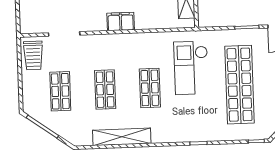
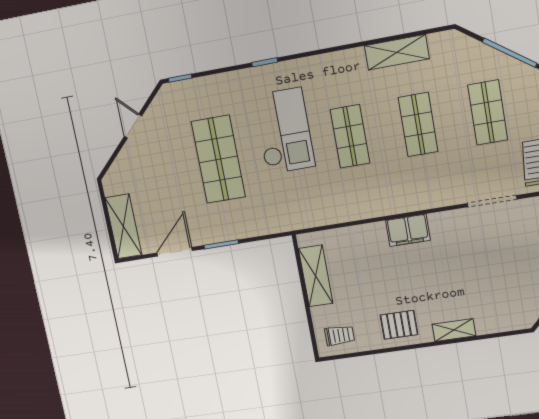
checkout: (191, 68) -> (284, 131), moved
shop shelf: (239, 85) -> (218, 159), width x0.71
shelving: (122, 137) -> (397, 52), width x0.68

